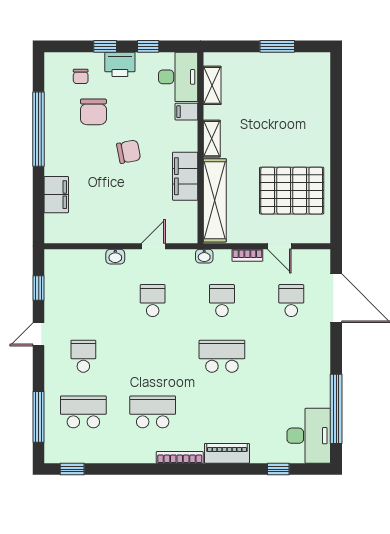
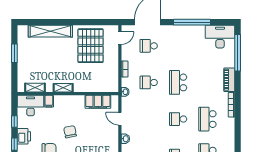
filing cabinet: (185, 176) -> (98, 102), moved
shelving: (215, 200) -> (50, 31), moved
door: (279, 246) -> (120, 38), moved
school desk: (153, 301) -> (178, 119), moved
window: (336, 409) -> (192, 22), moved
window: (278, 469) -> (238, 53), width x3.17

